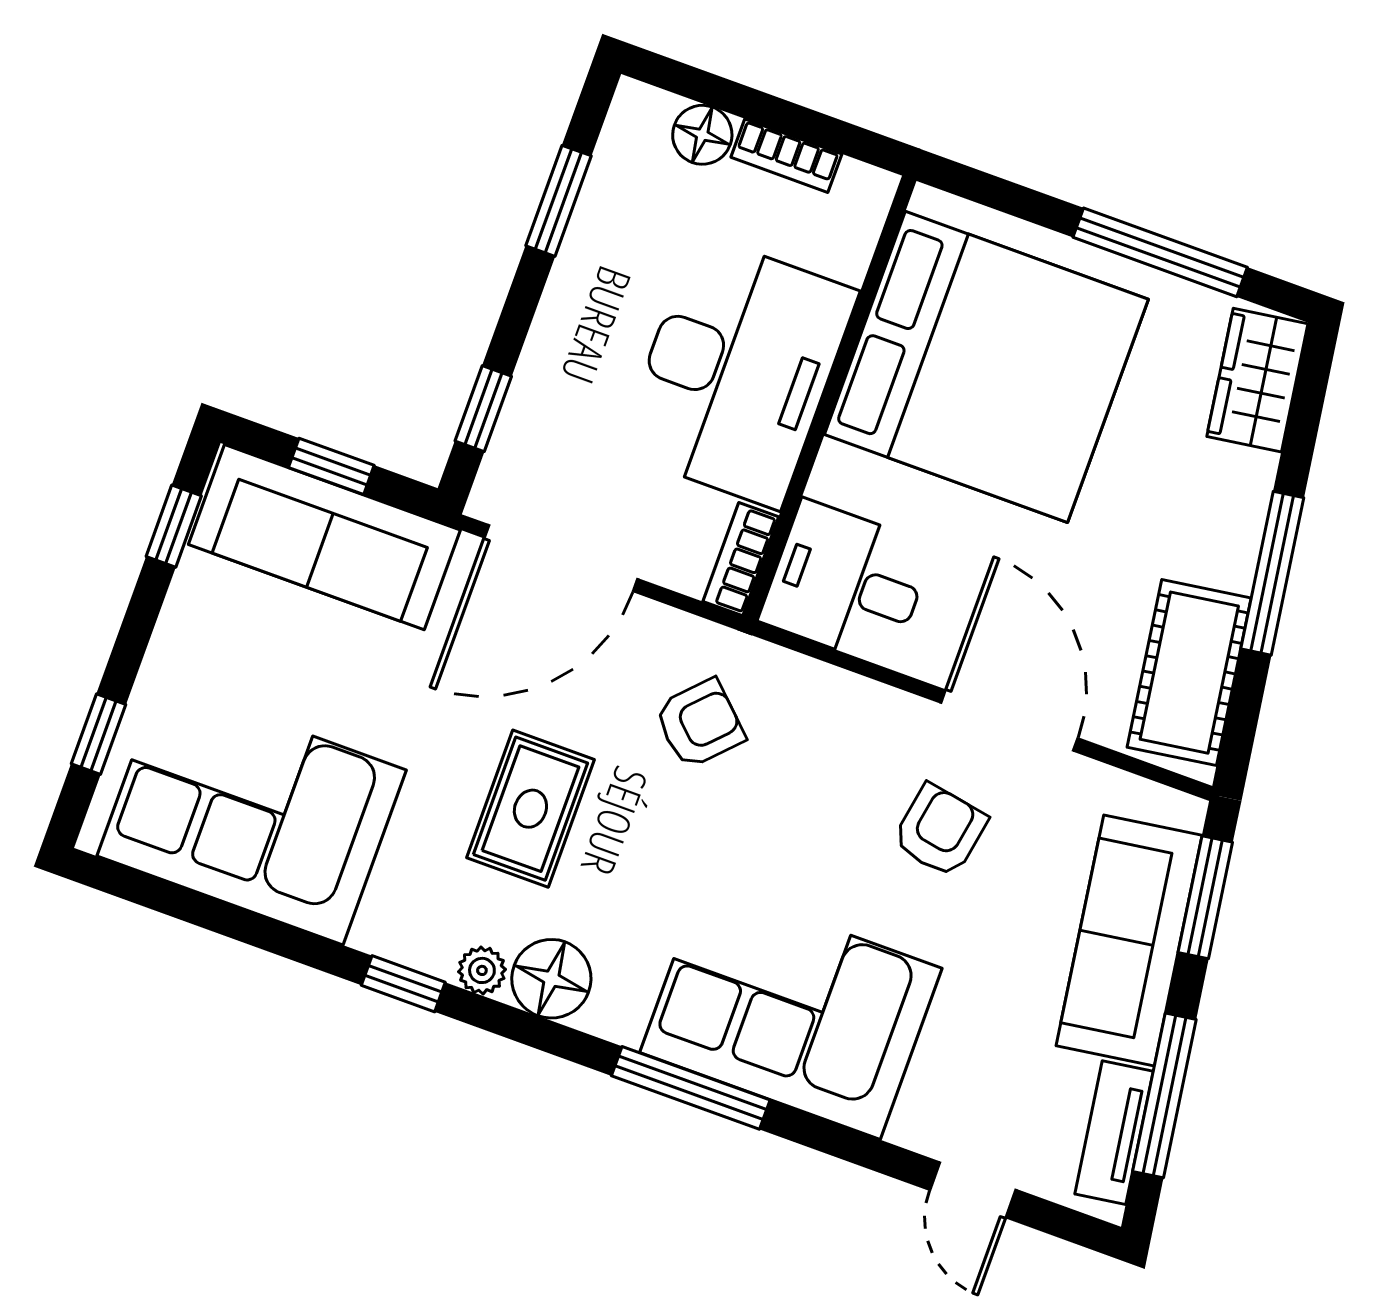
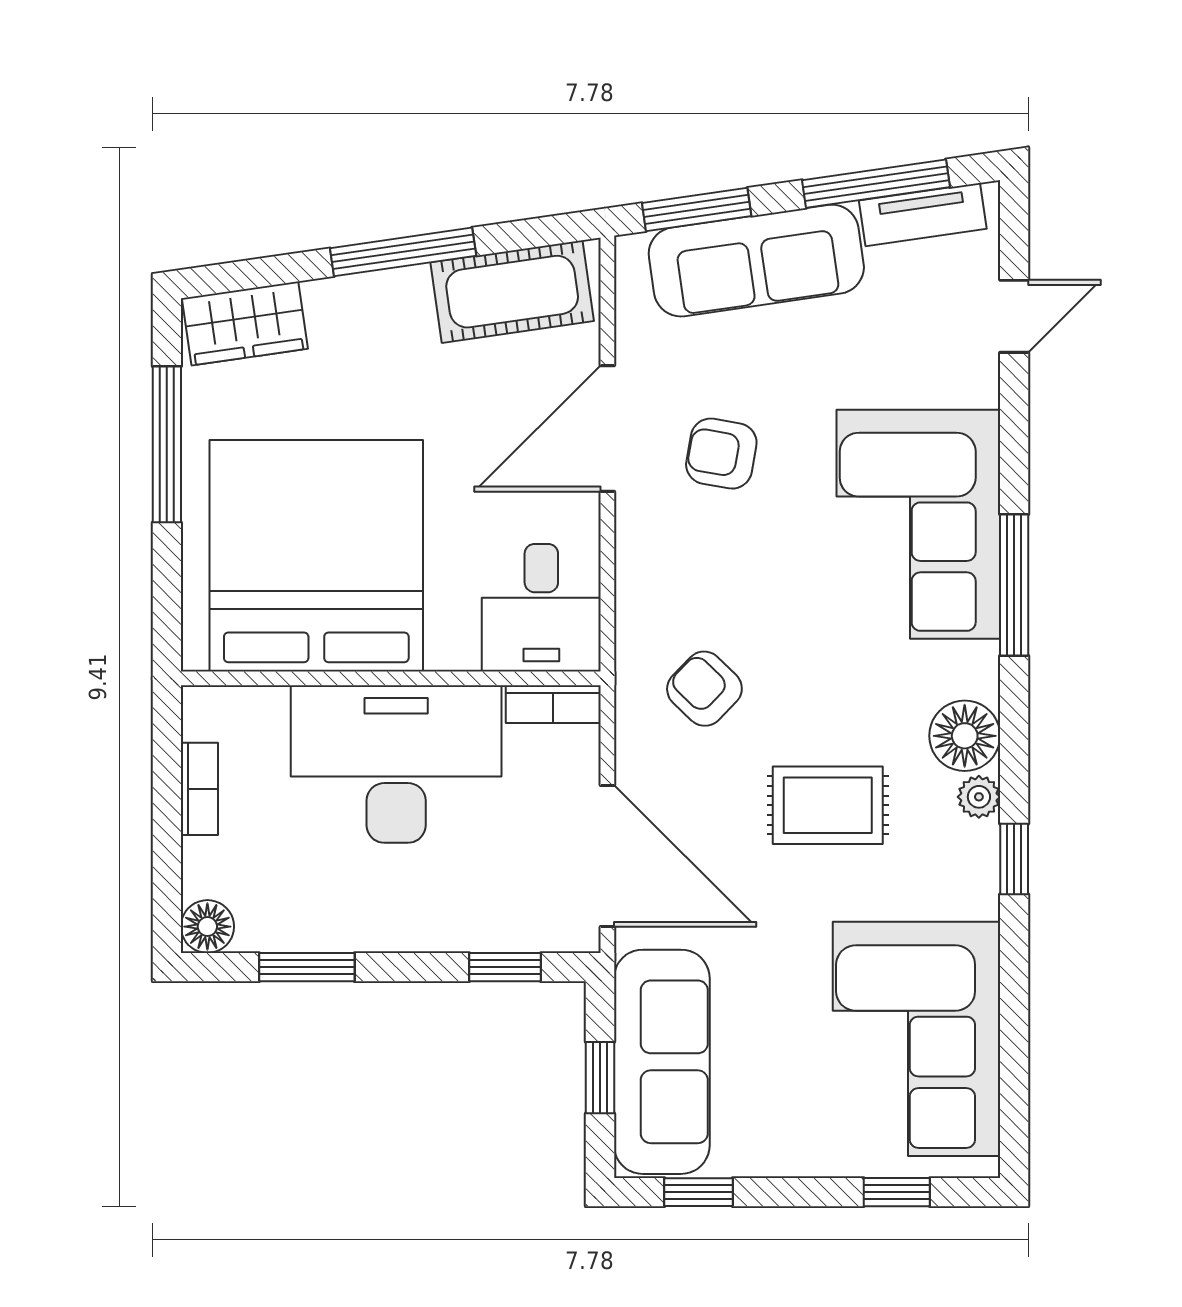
floor lamp: (702, 135) -> (207, 927), moved

